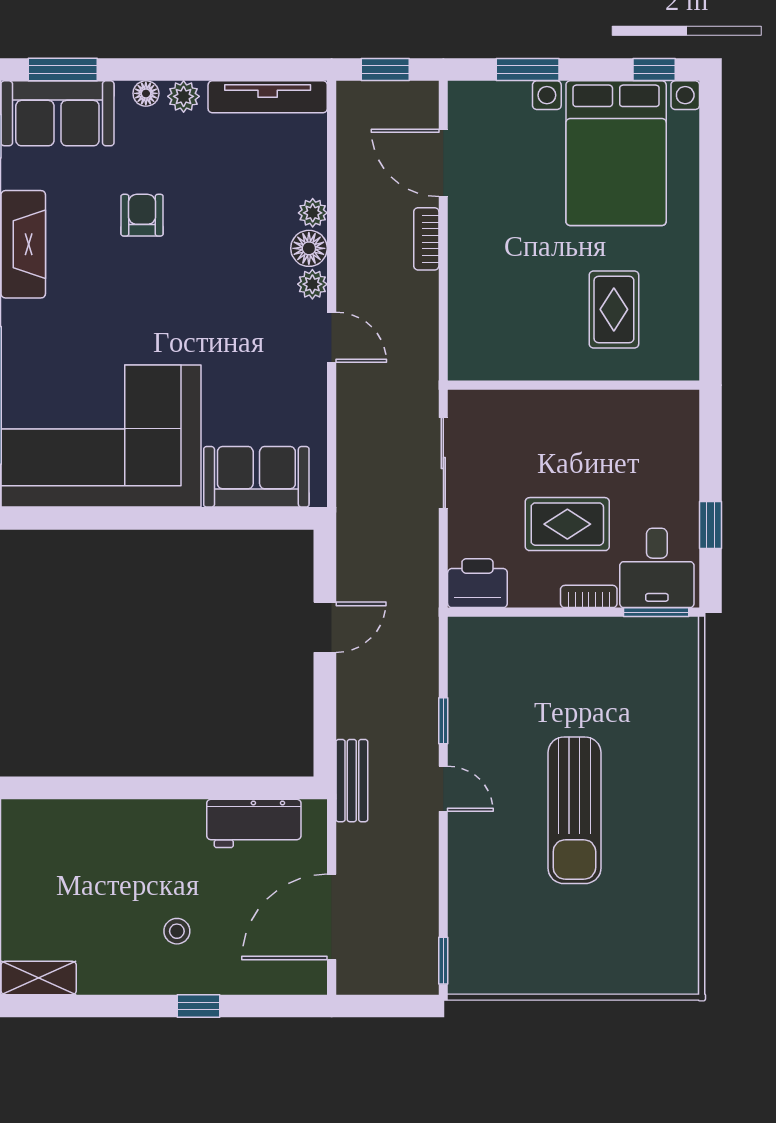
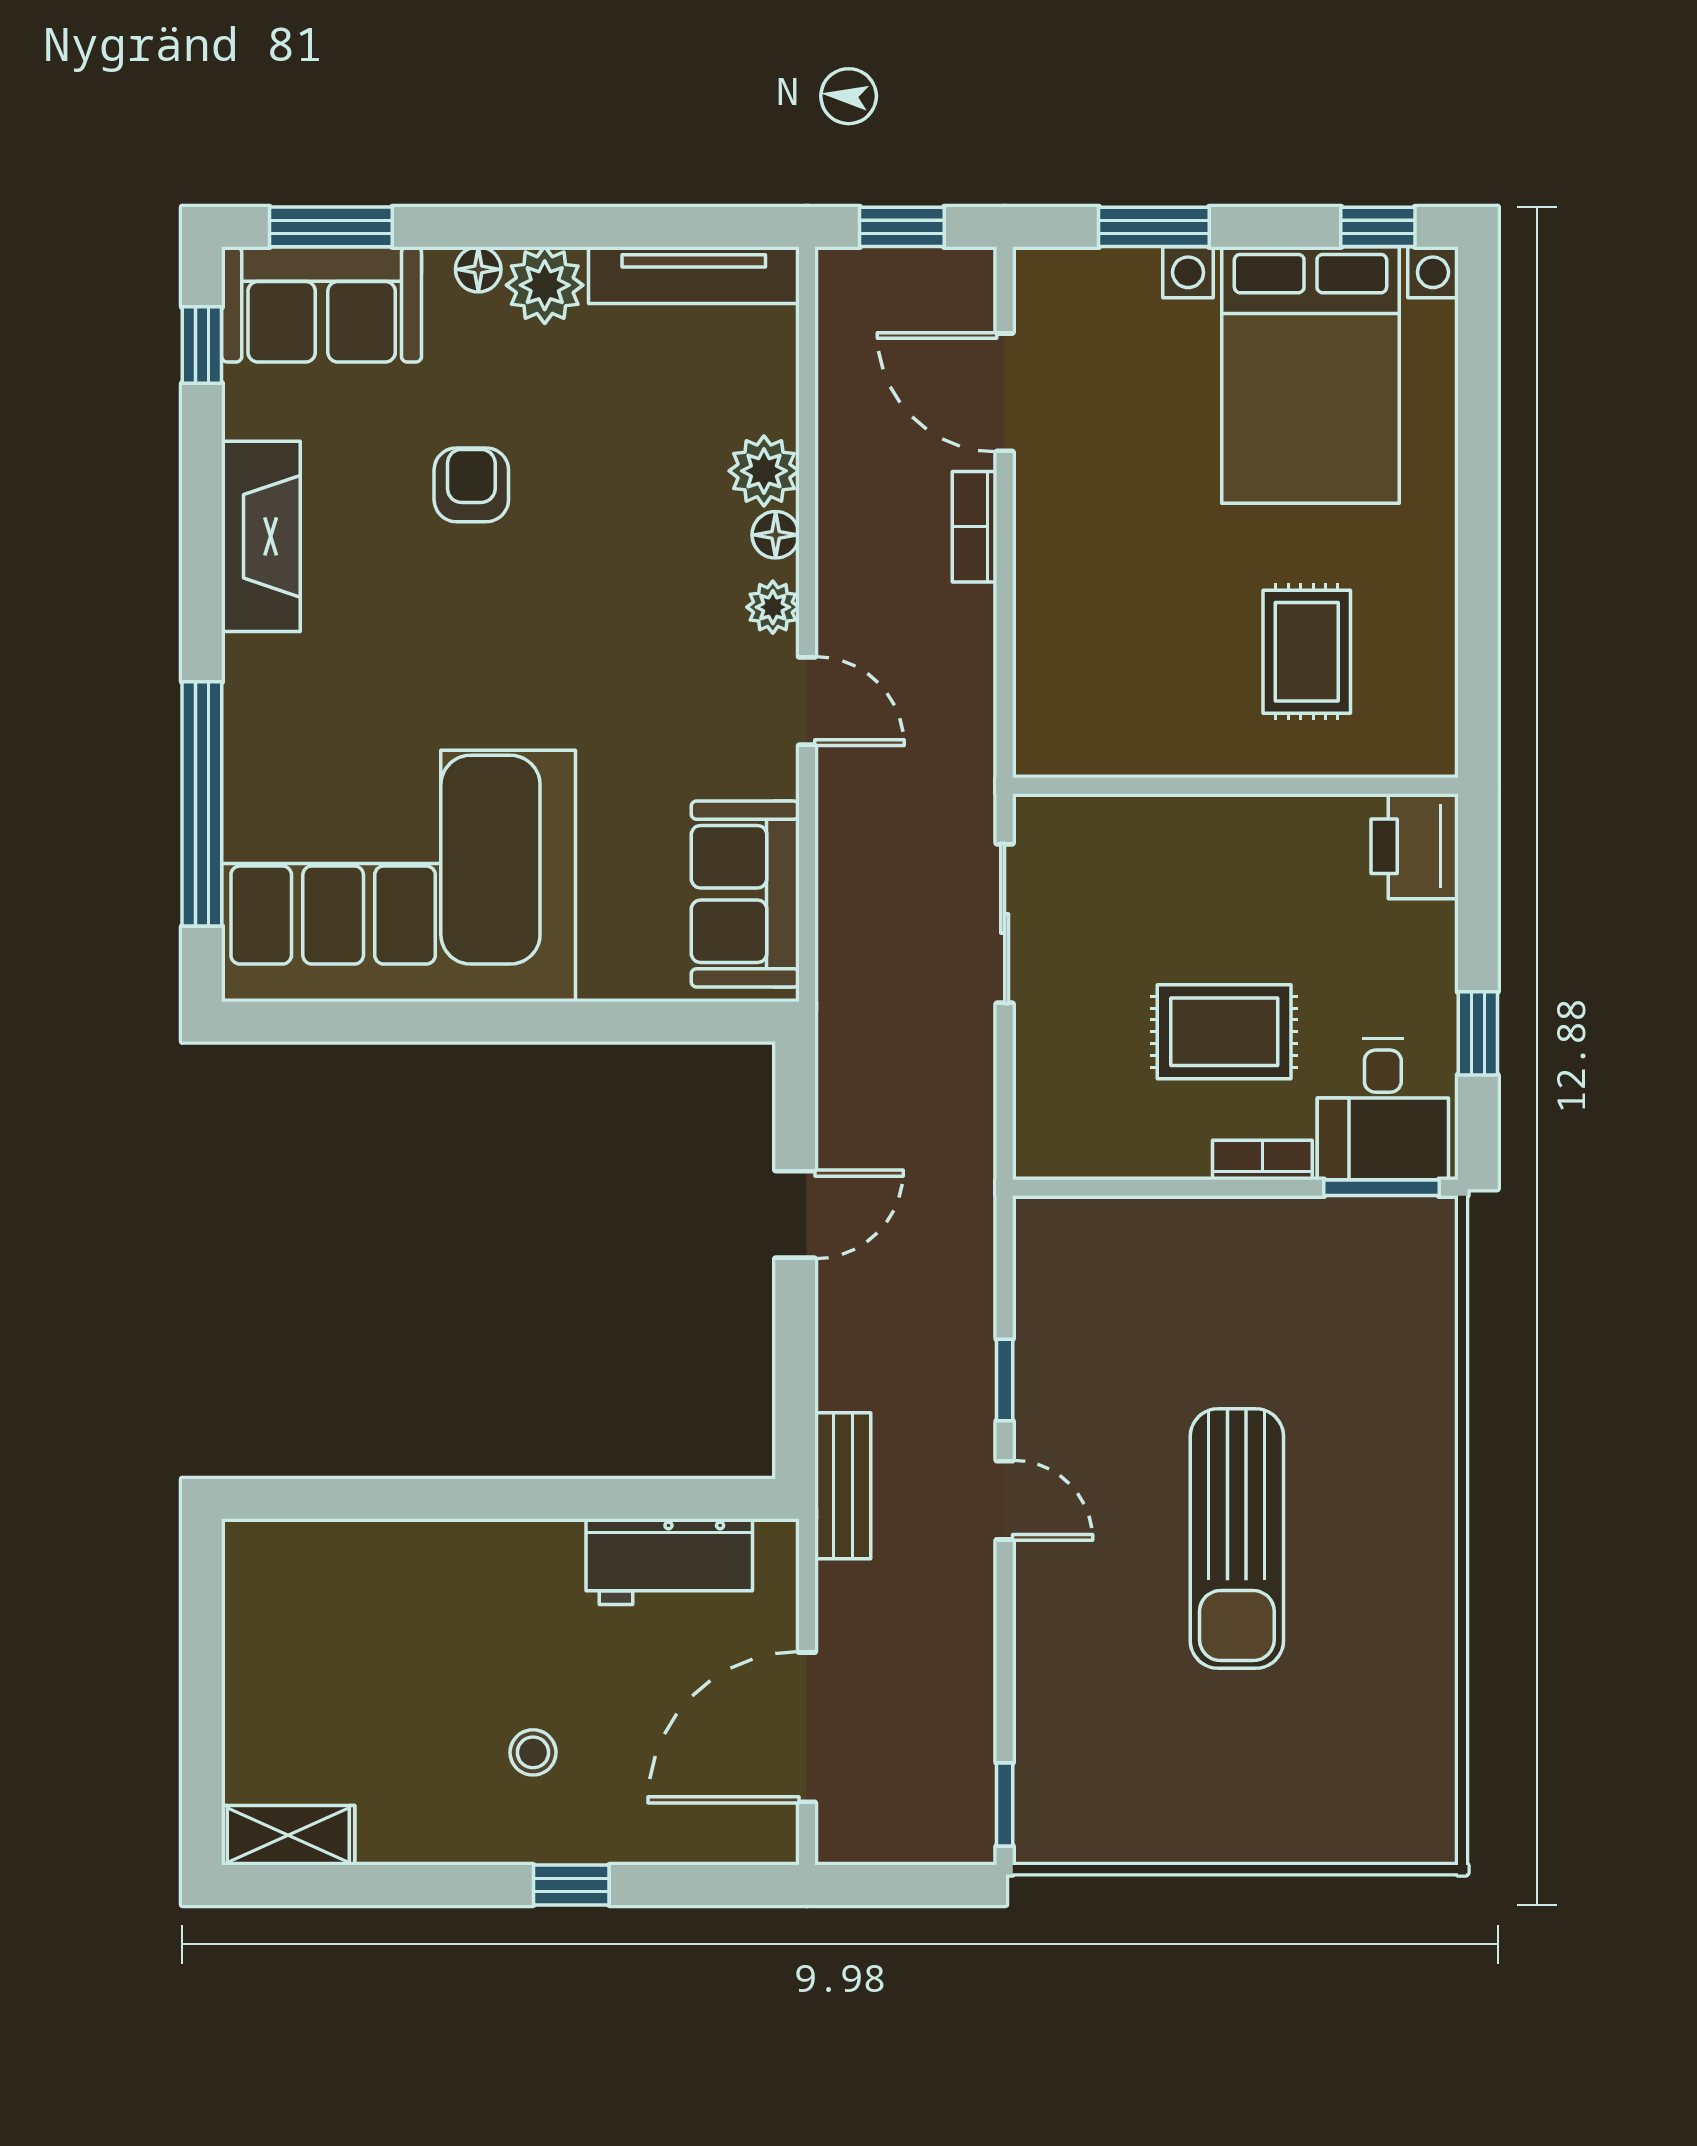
plant: (184, 96) -> (545, 285), width x1.38, depth x1.38
plant: (313, 213) -> (764, 471), width x1.38, depth x1.38
floor lamp: (309, 248) -> (776, 535), width x0.73, depth x0.73
sofa: (256, 477) -> (745, 894), moved, turned -90
printer: (477, 583) -> (1415, 846), moved, turned -90

